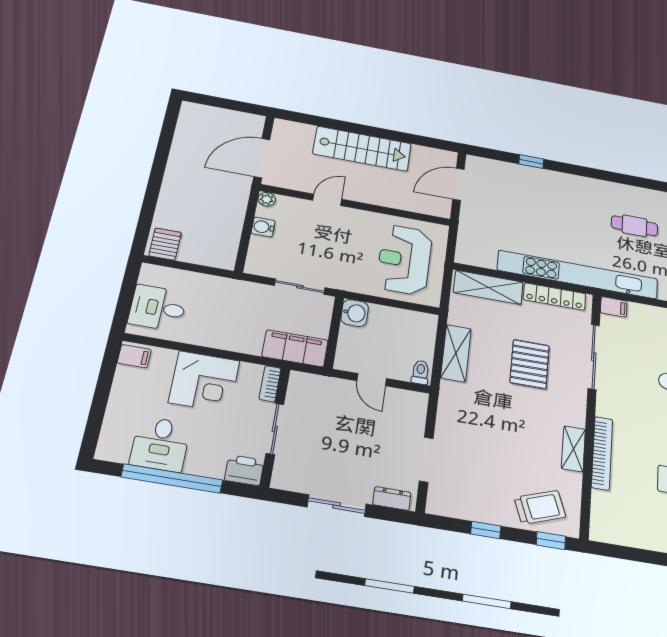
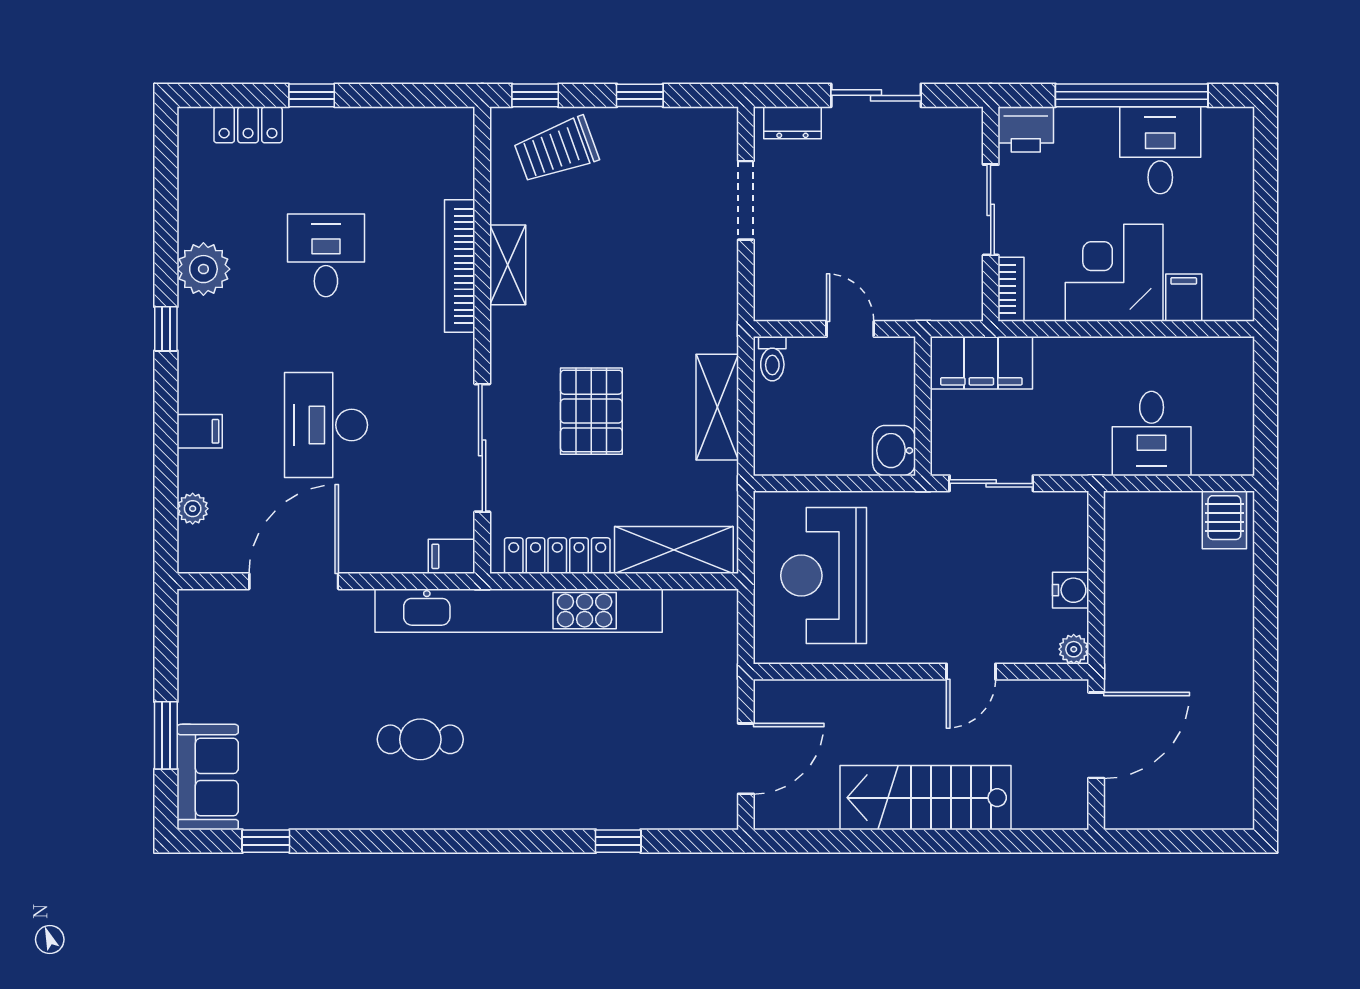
reception desk: (404, 260) -> (824, 576), turned 180
desk: (158, 308) -> (1152, 434), moved, turned 90
filing cabinet: (134, 356) -> (1184, 298), moved, turned 90

